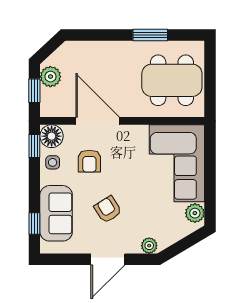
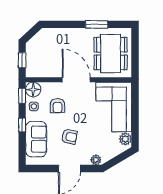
plant: (50, 77) -> (32, 51), removed
dining table: (172, 80) -> (111, 54), turned 90
door: (98, 121) -> (76, 80), moved
armchair: (108, 209) -> (69, 137), turned 133
window: (34, 223) -> (22, 125), moved

